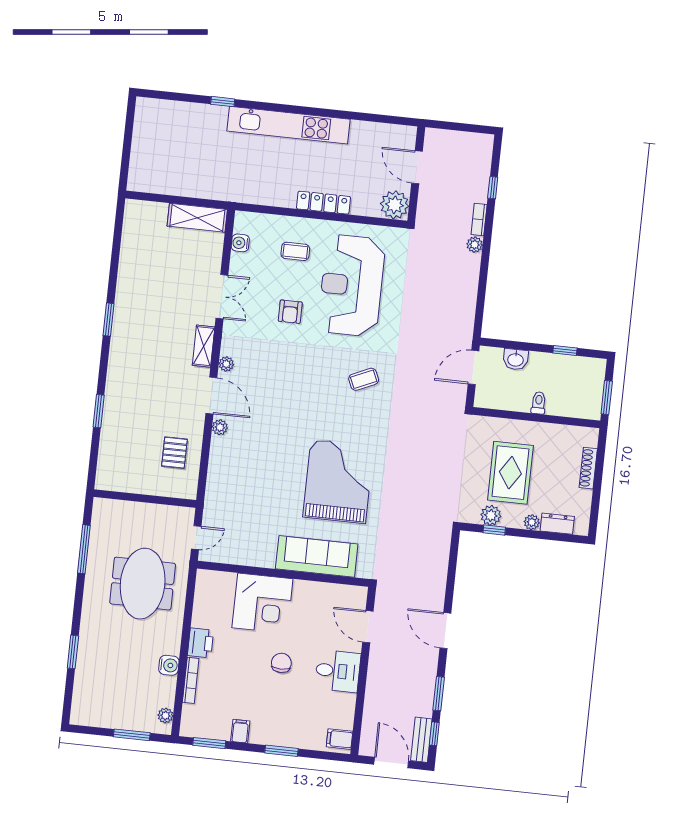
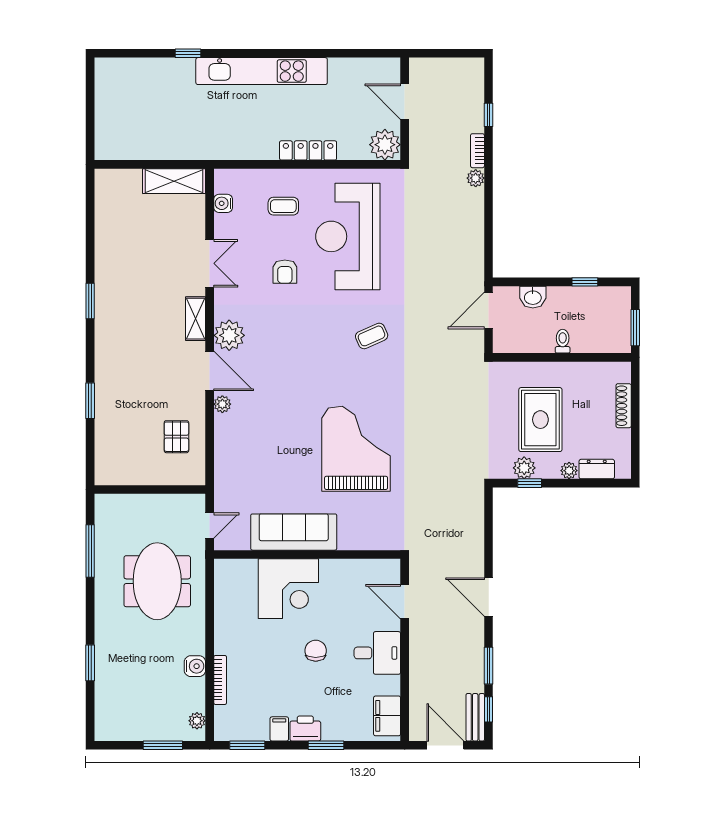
plant: (226, 364) -> (229, 335), width x1.88, depth x1.88
sofa: (317, 556) -> (294, 532), moved
printer: (201, 643) -> (305, 729), moved, turned -90
filing cabinet: (340, 739) -> (387, 716), width x2.00

